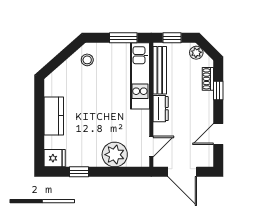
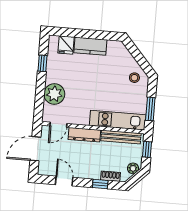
dresser: (161, 109) -> (84, 135), width x1.44
door: (151, 146) -> (58, 125), hinge flipped
fridge: (55, 158) -> (66, 45), moved

